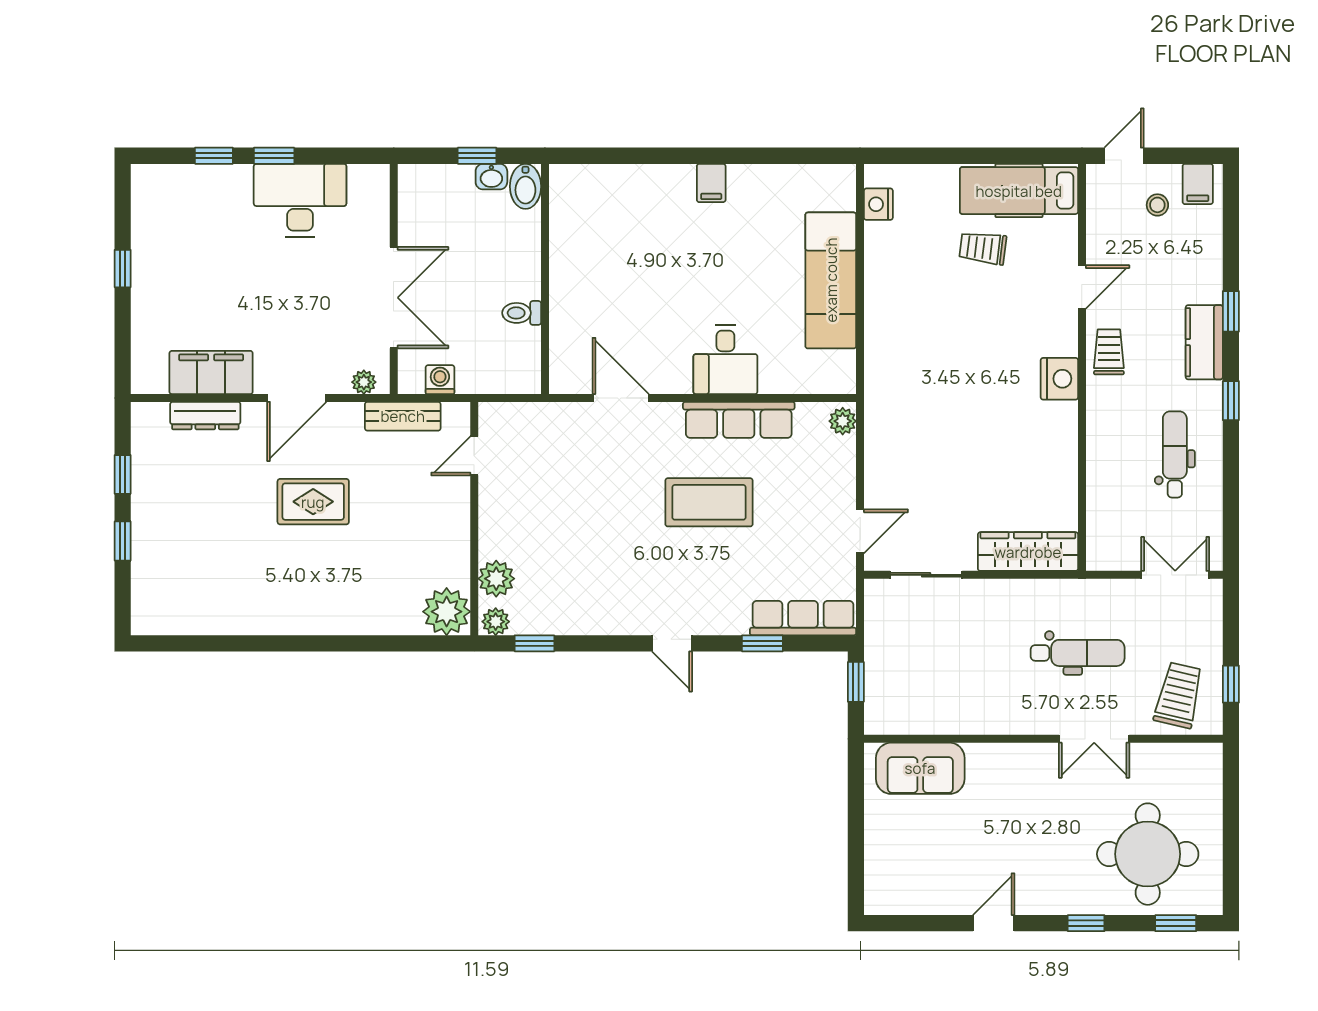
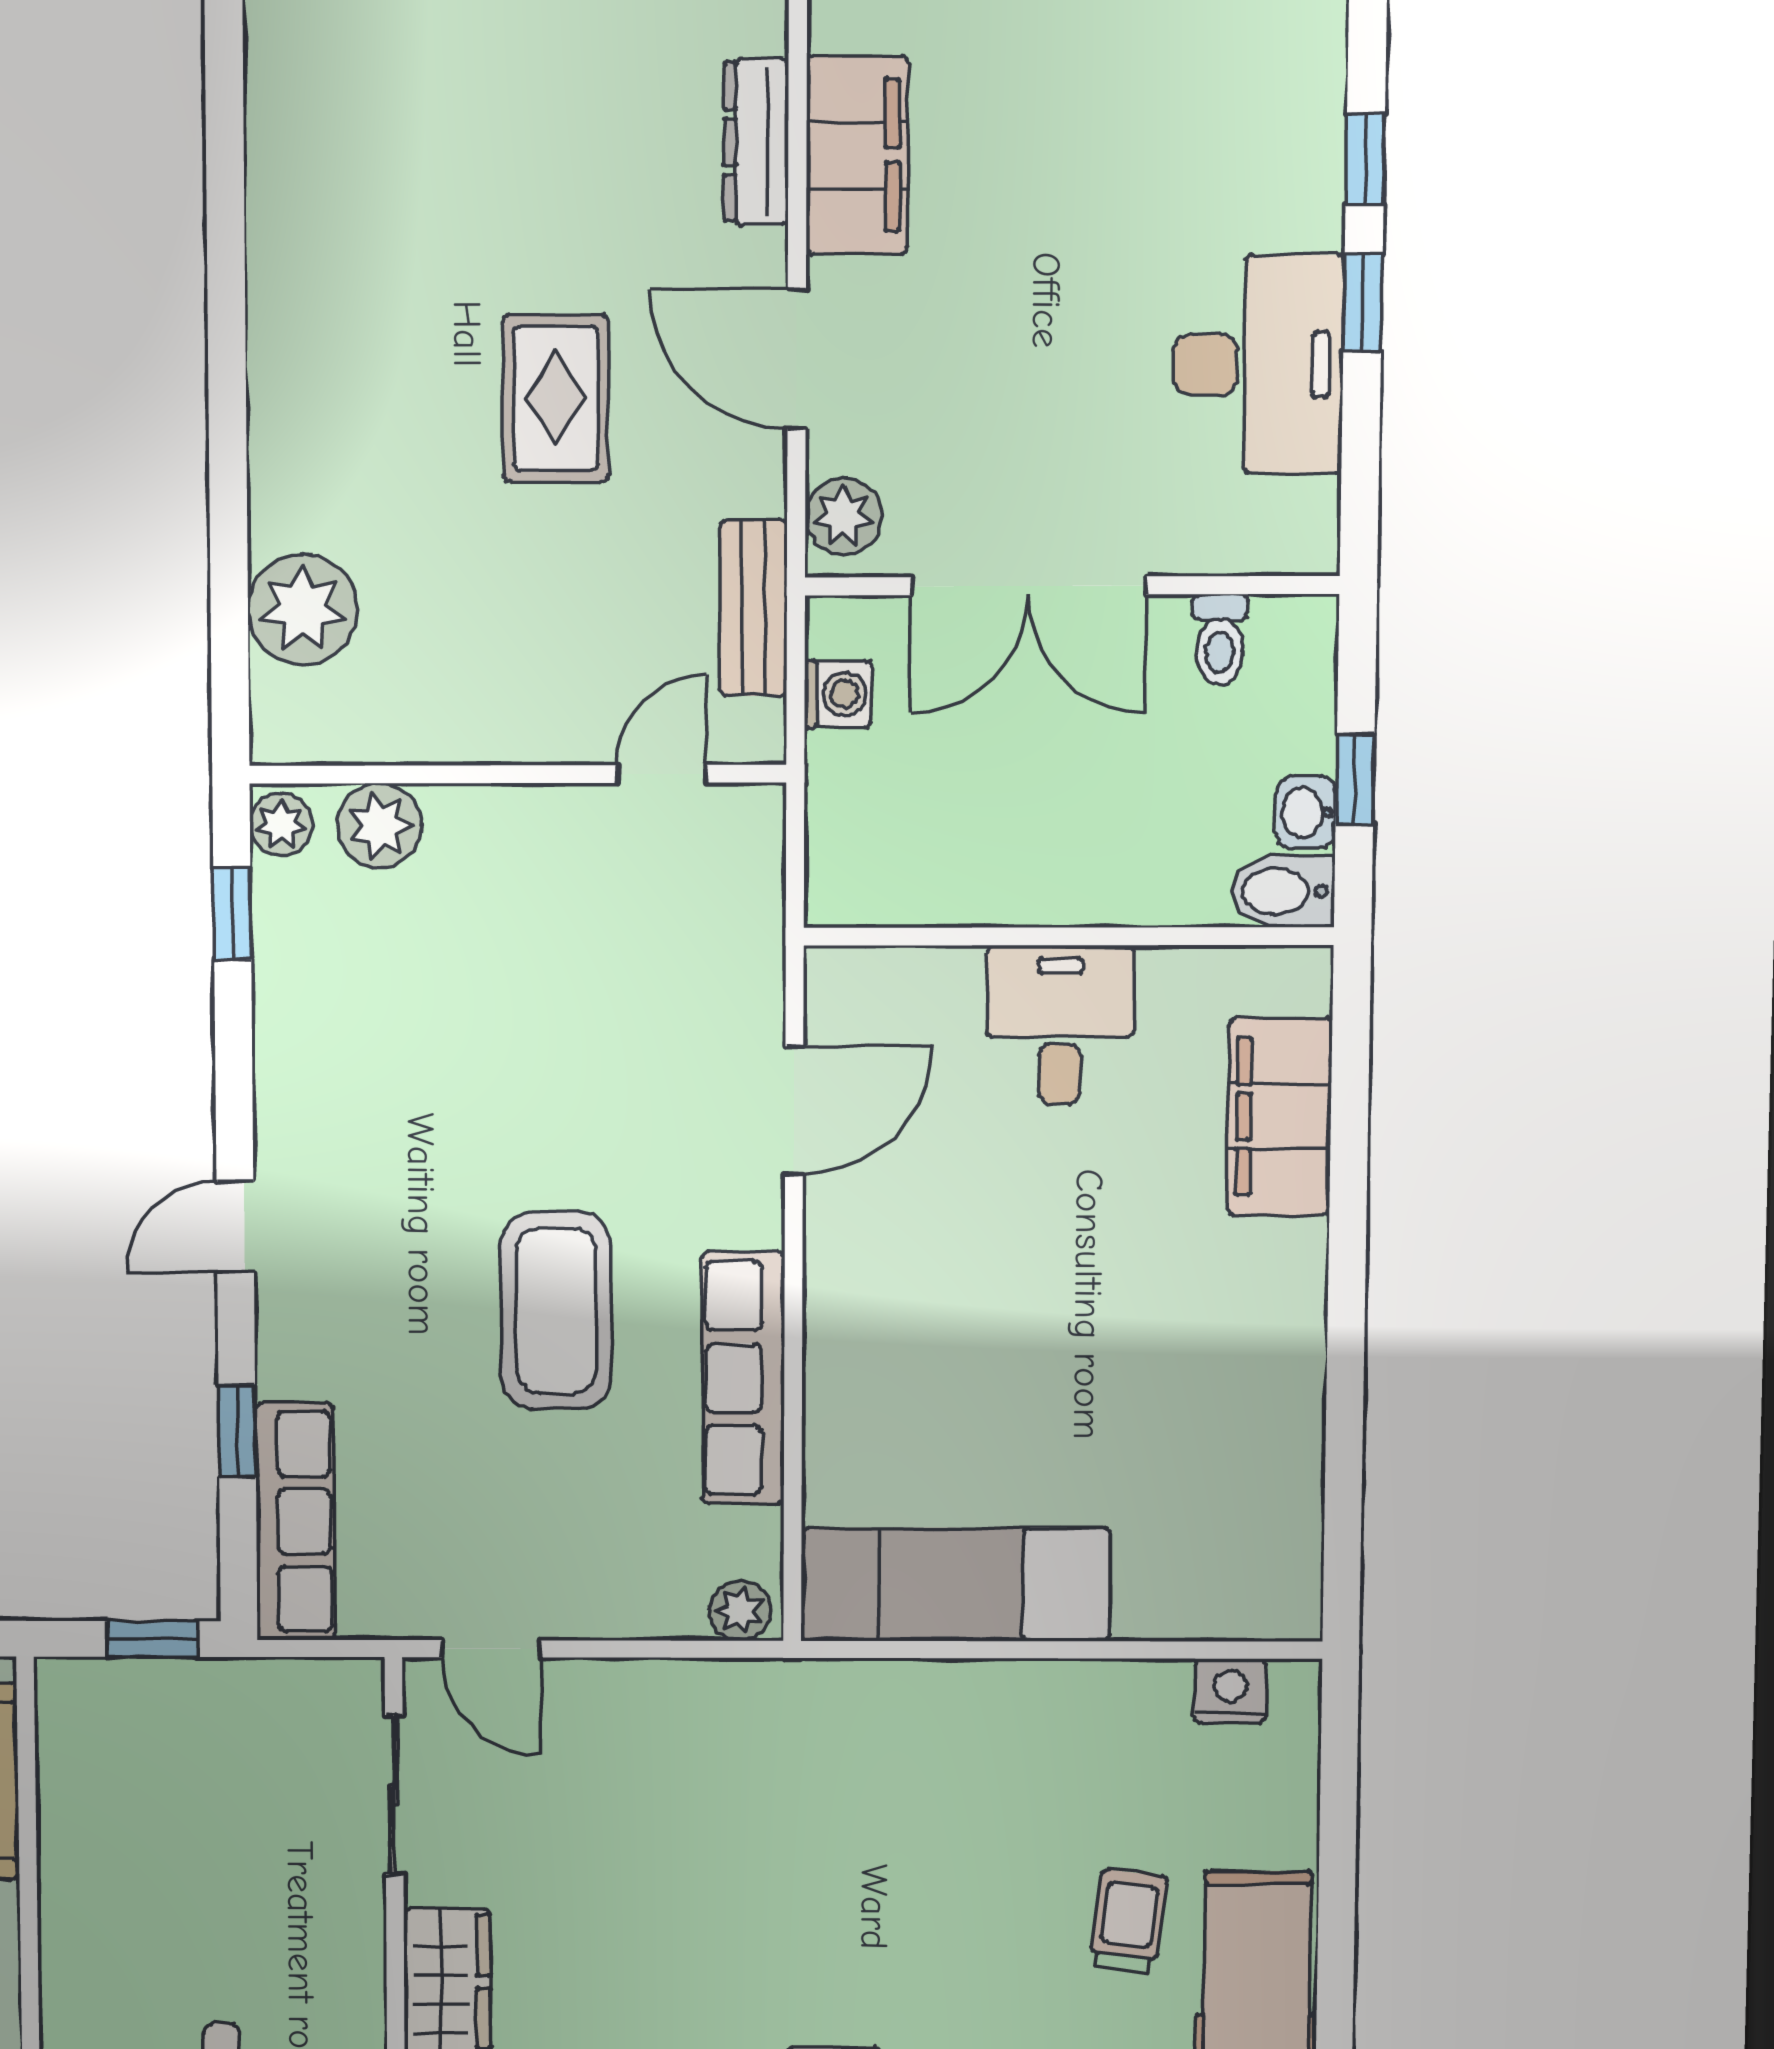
filing cabinet: (711, 183) -> (1280, 1117), moved, width x3.00, depth x1.17
exam couch: (831, 280) -> (955, 1584), moved
toilet: (522, 313) -> (1220, 640), moved, turned 180
desk: (725, 360) -> (1060, 1025), moved, turned 90
plant: (364, 382) -> (843, 516), width x1.38, depth x1.38
door: (474, 456) -> (662, 774), hinge flipped
plant: (447, 612) -> (303, 609), moved

